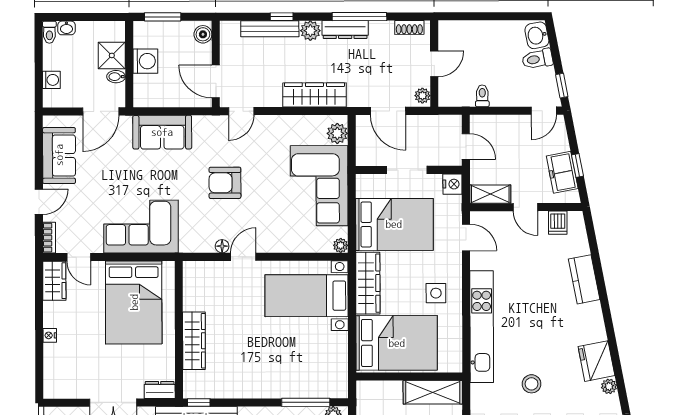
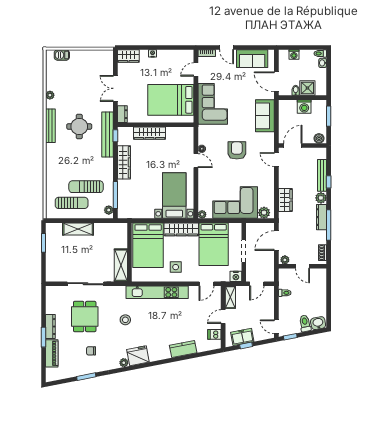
wardrobe: (314, 95) -> (285, 200), width x0.67
wardrobe: (54, 281) -> (128, 56), moved
wardrobe: (247, 387) -> (124, 162), added

